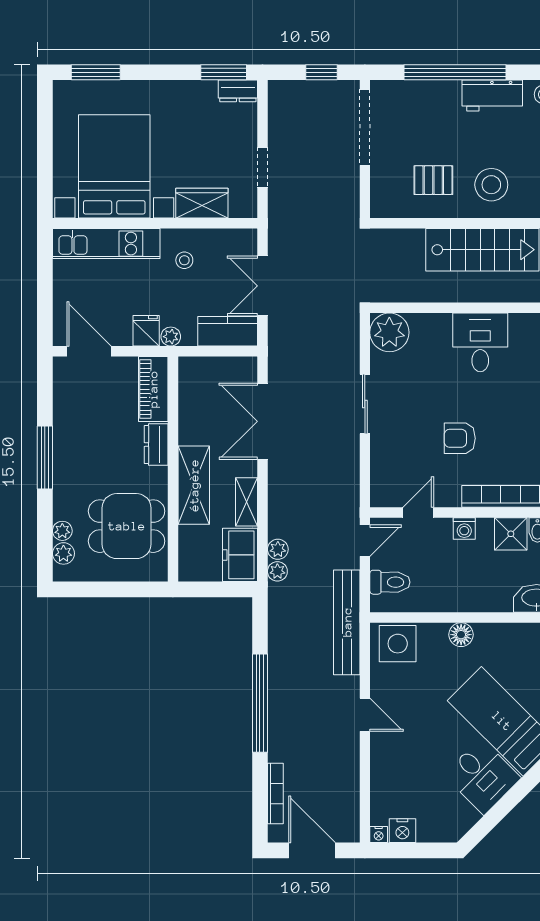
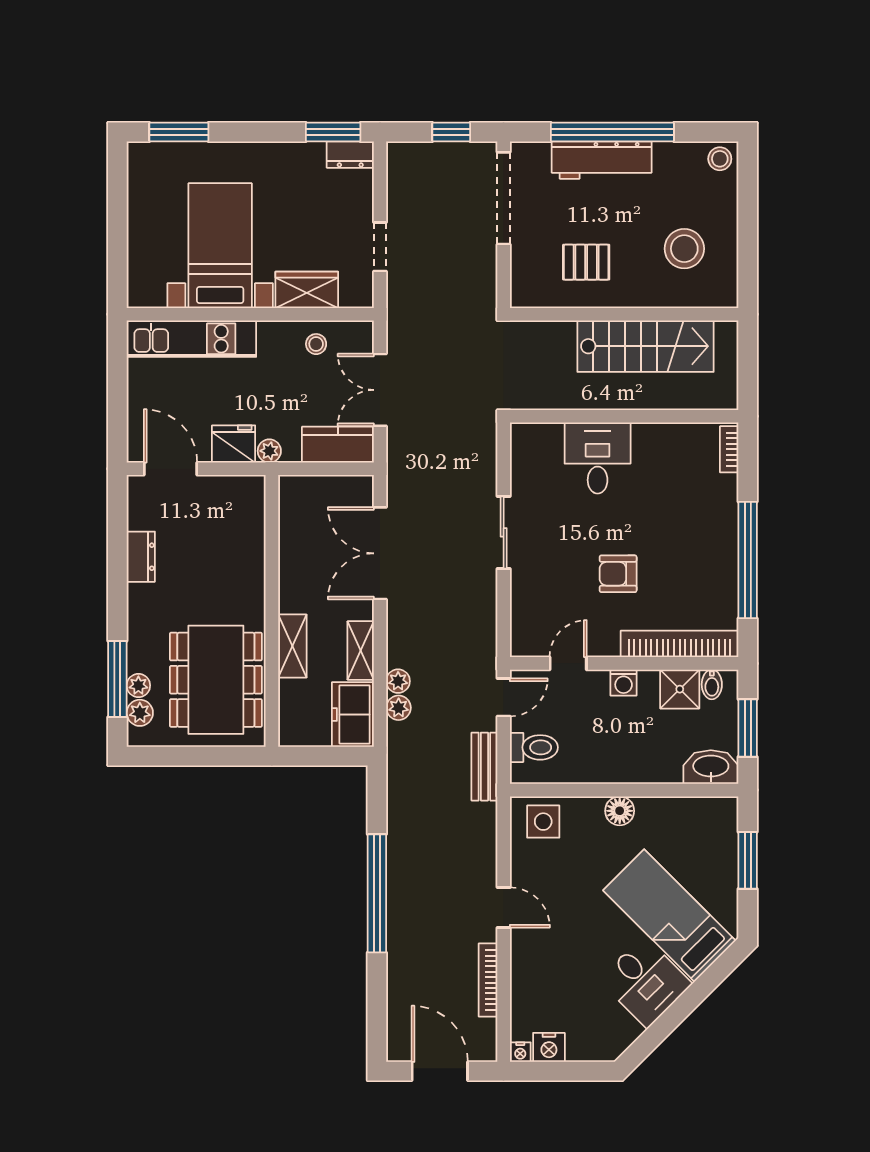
workbench: (492, 96) -> (602, 160), moved, width x1.37
bed with nightstands: (114, 166) -> (220, 246), width x0.73
stool: (491, 185) -> (684, 249), moved
stool: (184, 260) -> (316, 344), moved
fridge: (146, 331) -> (234, 444), width x1.38
plant: (389, 332) -> (533, 446), removed
desk: (480, 342) -> (598, 458), moved
piano: (153, 389) -> (248, 514), removed
dresser: (156, 445) -> (141, 557), moved, turned 180
window: (45, 457) -> (117, 679), moved
shelving: (194, 485) -> (292, 646), width x0.67, depth x0.75
dining table: (127, 526) -> (216, 680), width x1.38
plant: (277, 571) -> (398, 681), moved
bench: (347, 622) -> (484, 767), width x0.54, depth x0.82
side table: (398, 644) -> (543, 822), width x0.73, depth x0.73
bookcase: (275, 793) -> (488, 980), moved, turned 180

